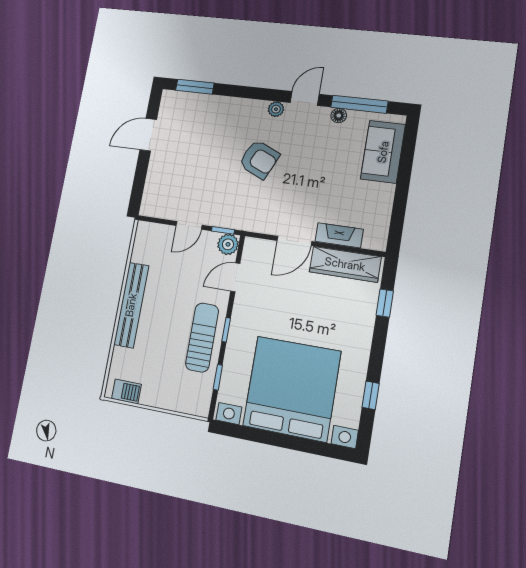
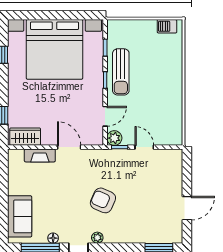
door: (189, 225) -> (144, 147), hinge flipped
door: (294, 241) -> (69, 147), hinge flipped
wardrobe: (345, 264) -> (25, 137), width x0.67
bench: (131, 305) -> (175, 85), removed

